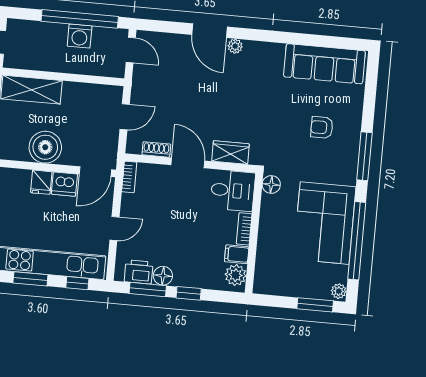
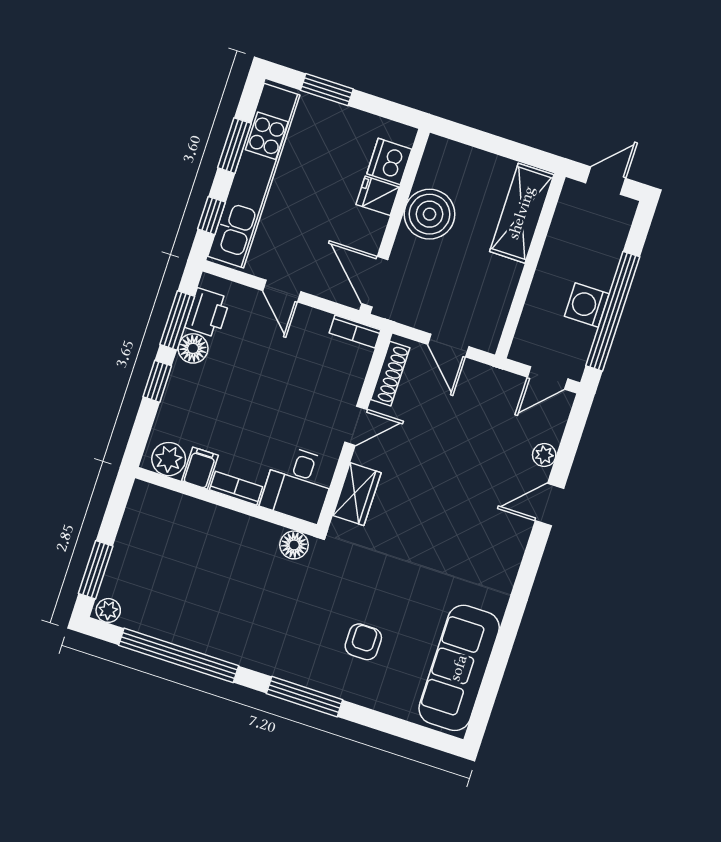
door: (210, 31) -> (550, 505), width x0.73
plant: (235, 46) -> (544, 455), moved
shoe rack: (156, 149) -> (390, 374), width x1.43
door: (188, 163) -> (356, 426), width x0.73
dishwasher: (64, 184) -> (389, 161), moved
corner sofa: (325, 223) -> (217, 613), removed

